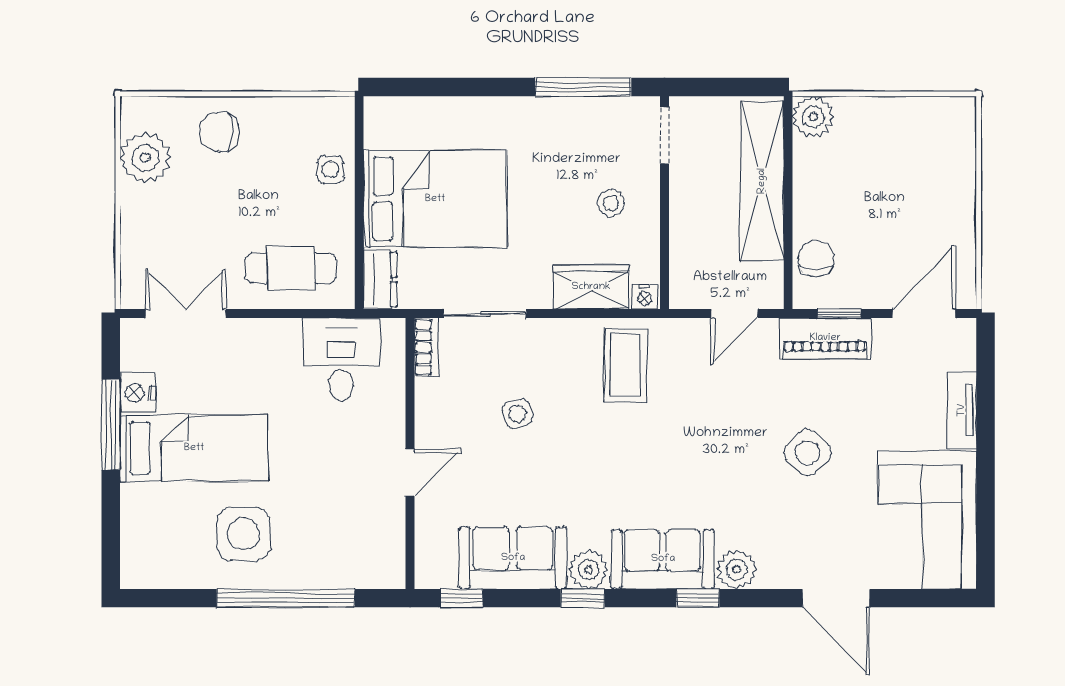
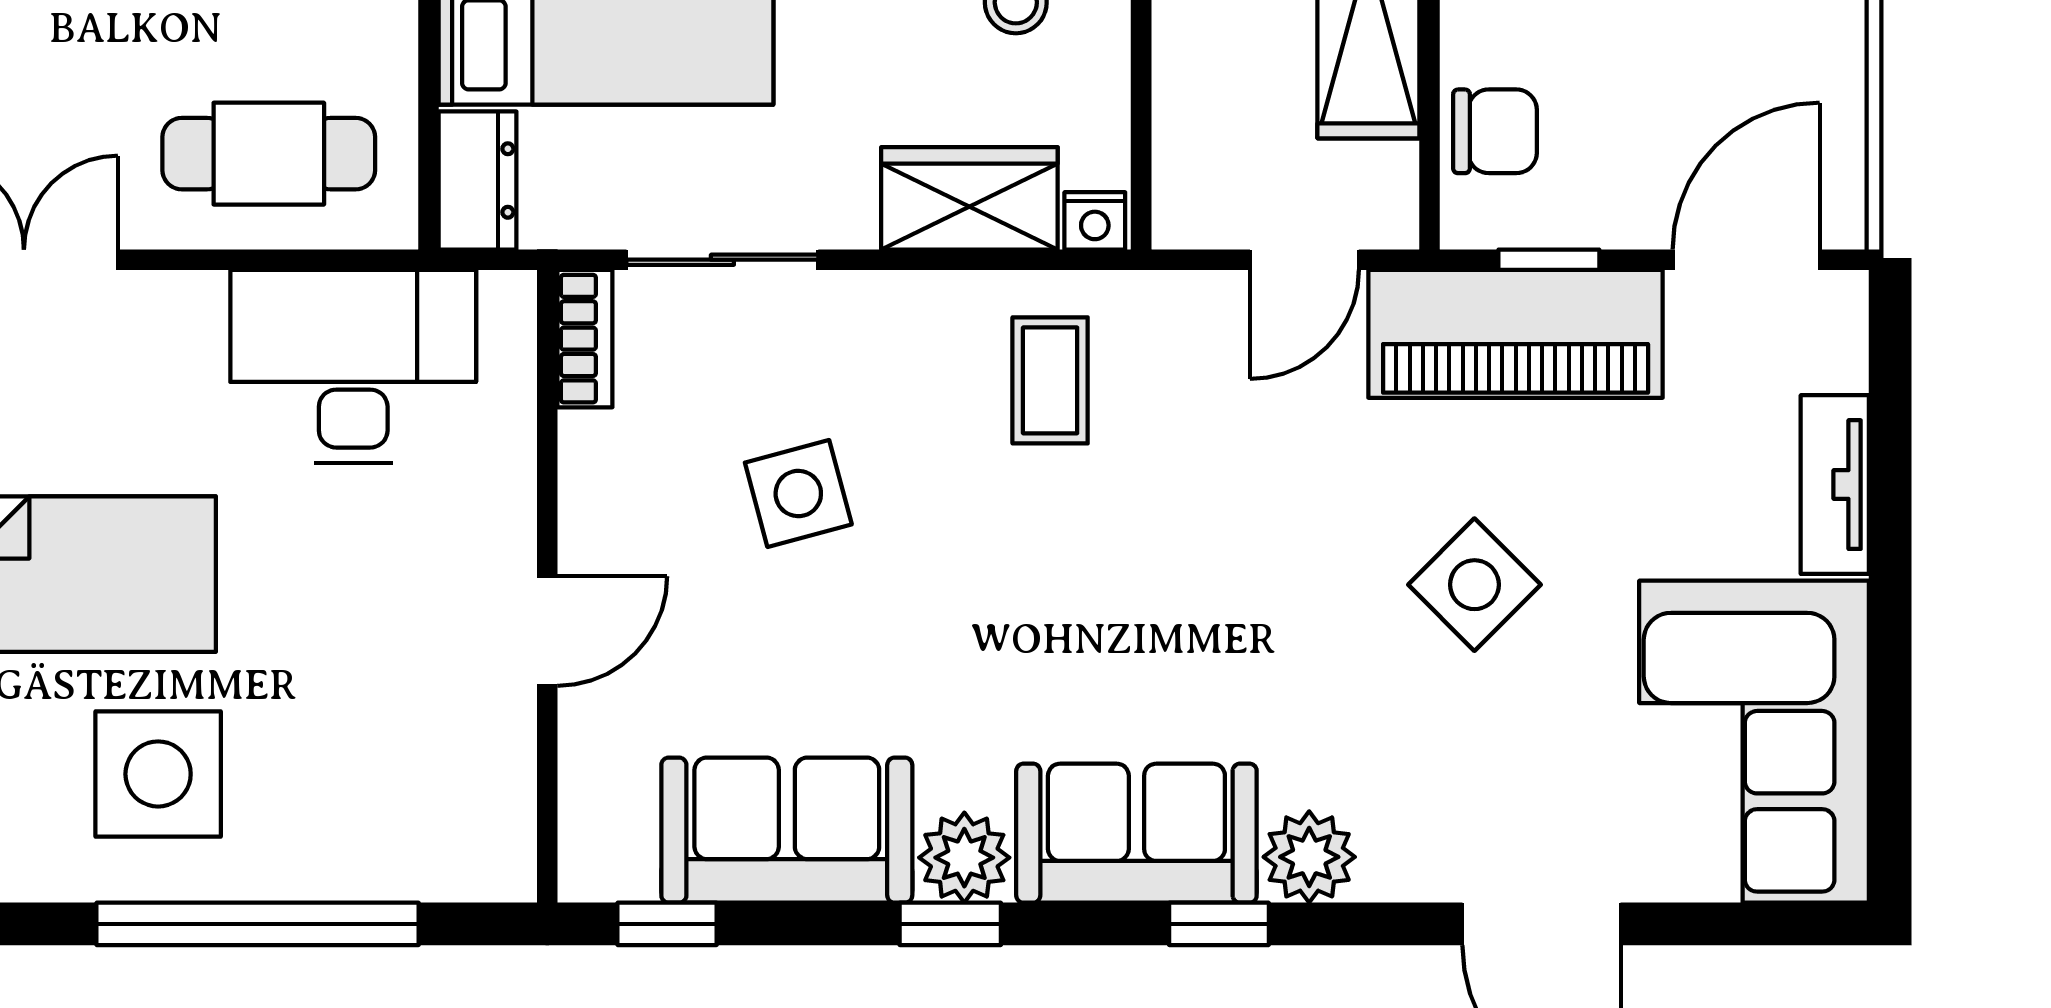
chair: (816, 258) -> (1495, 131), turned 90
piano: (825, 338) -> (1516, 334), width x1.37, depth x1.33
desk: (341, 359) -> (353, 366), width x1.37
coffee table: (625, 365) -> (1050, 380), width x0.73, depth x0.77
side table: (518, 414) -> (798, 494), width x1.37, depth x1.37

